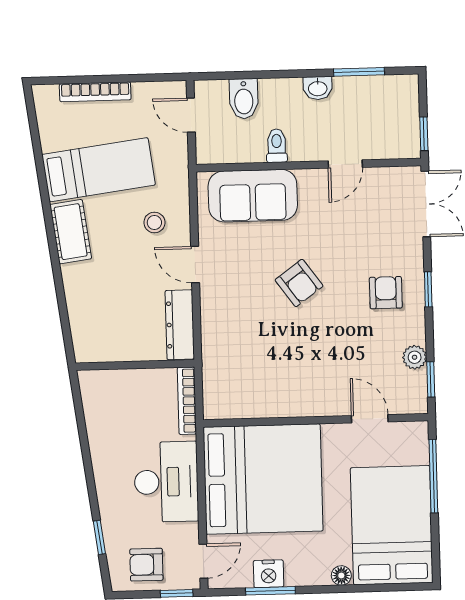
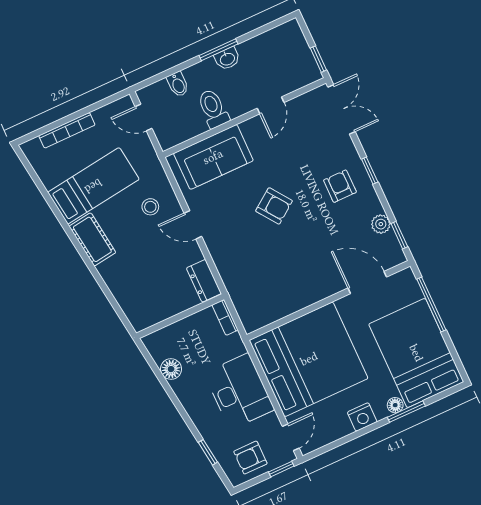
window: (359, 72) -> (218, 50), moved
bidet: (244, 99) -> (178, 84), width x0.72, depth x0.74
toilet: (277, 146) -> (213, 109), width x1.37, depth x1.39
dresser: (180, 325) -> (204, 281), width x0.70
bookcase: (187, 401) -> (225, 317), width x0.64
door: (370, 419) -> (367, 283), width x1.38
floor lamp: (98, 422) -> (171, 369), added
nightstand: (269, 574) -> (362, 417), moved
window: (270, 591) -> (406, 412), moved

